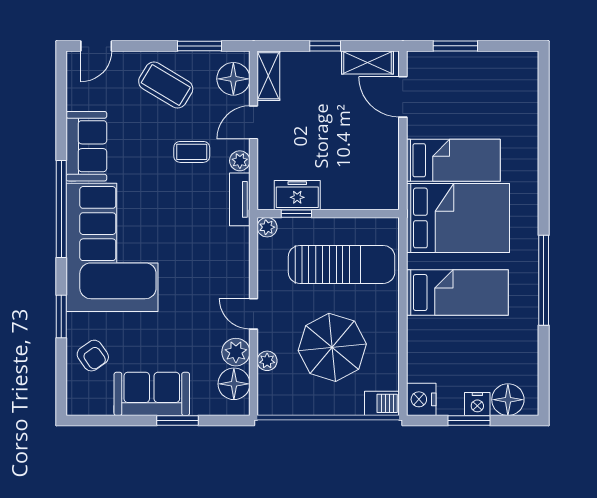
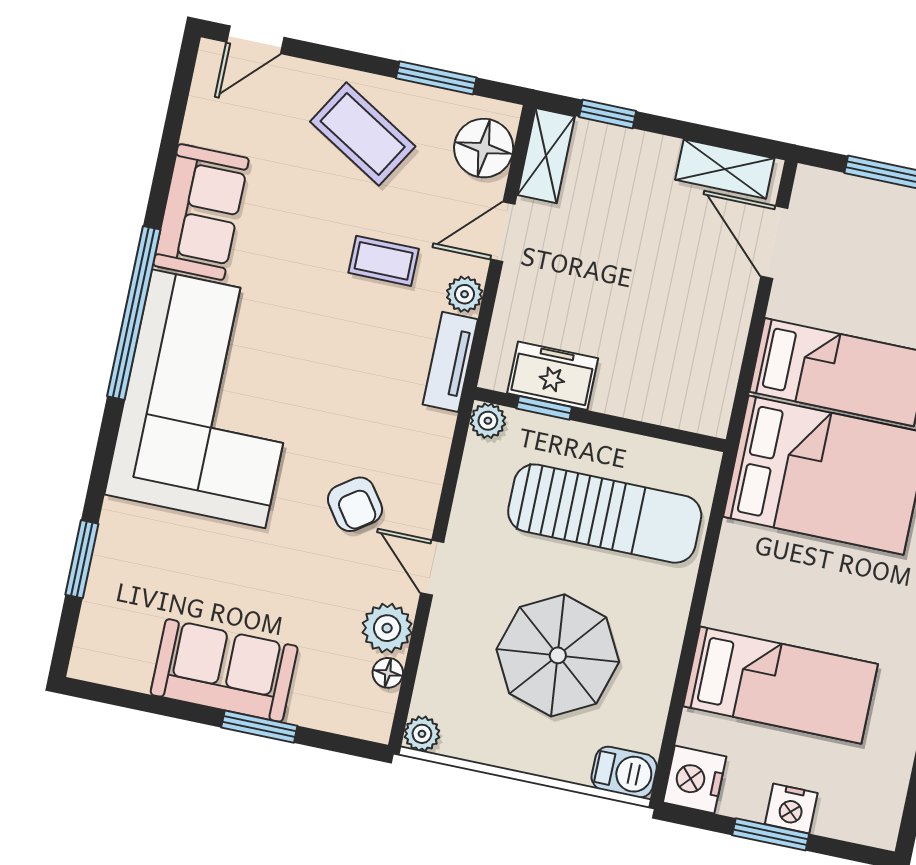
window: (325, 46) -> (608, 114), moved
bed: (457, 293) -> (781, 685), moved
window: (61, 317) -> (82, 559), moved
armchair: (93, 356) -> (355, 504), moved
plant: (267, 361) -> (422, 734), moved
floor lamp: (234, 384) -> (388, 673), width x0.53, depth x0.53
floor lamp: (508, 400) -> (847, 812), removed

